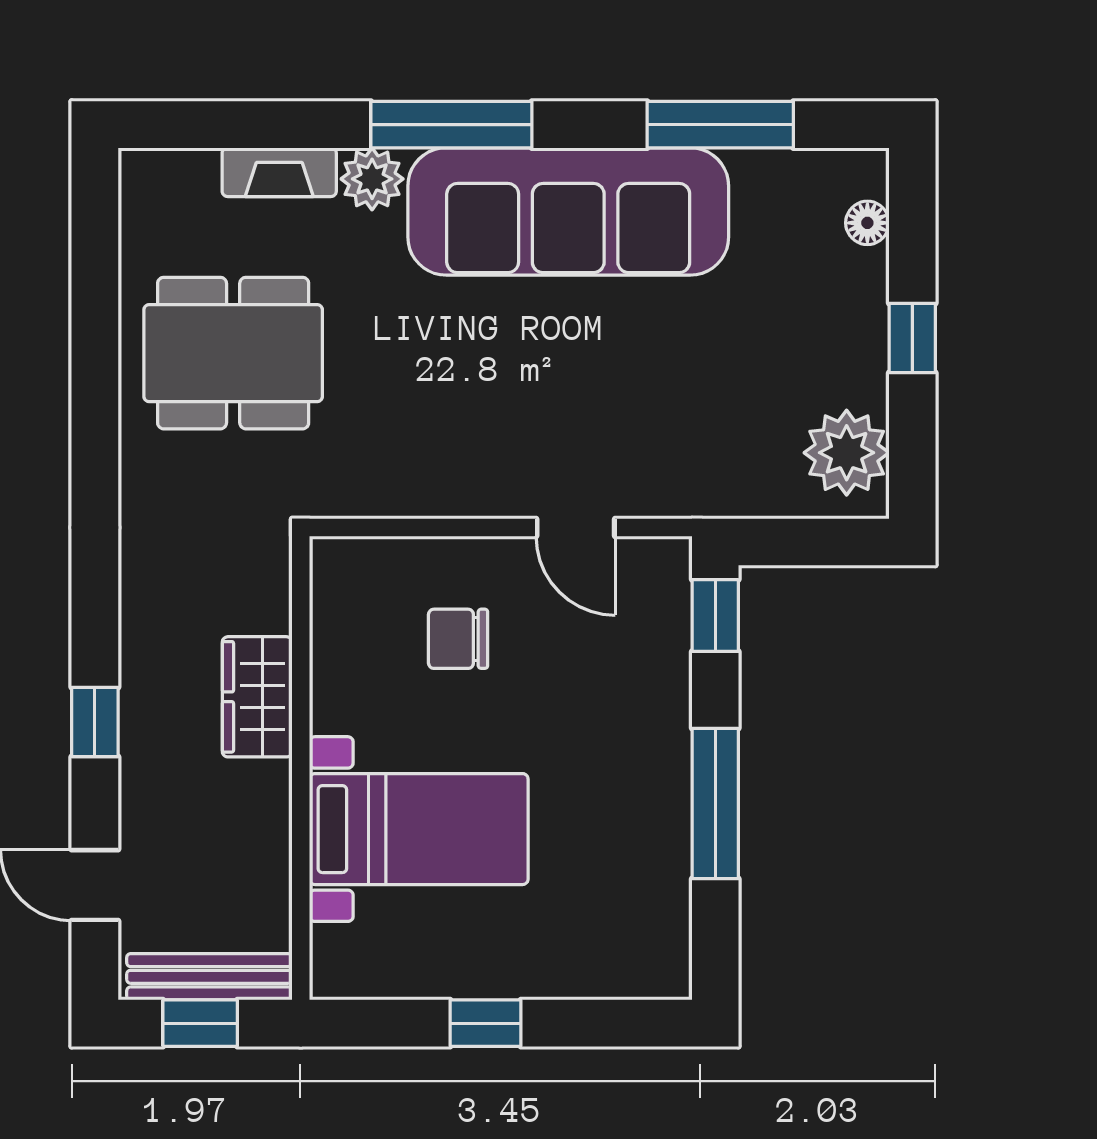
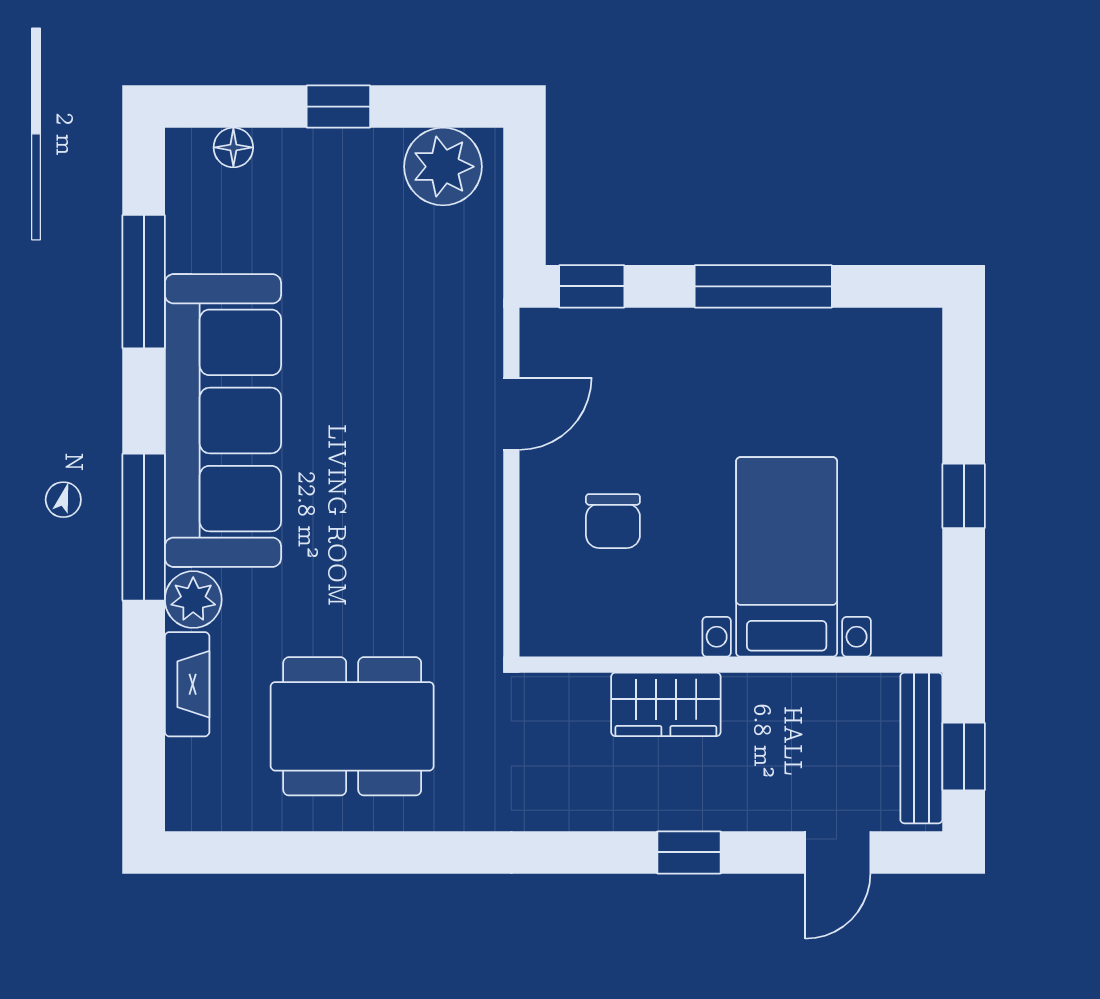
dining table: (233, 353) -> (352, 726), turned 90

